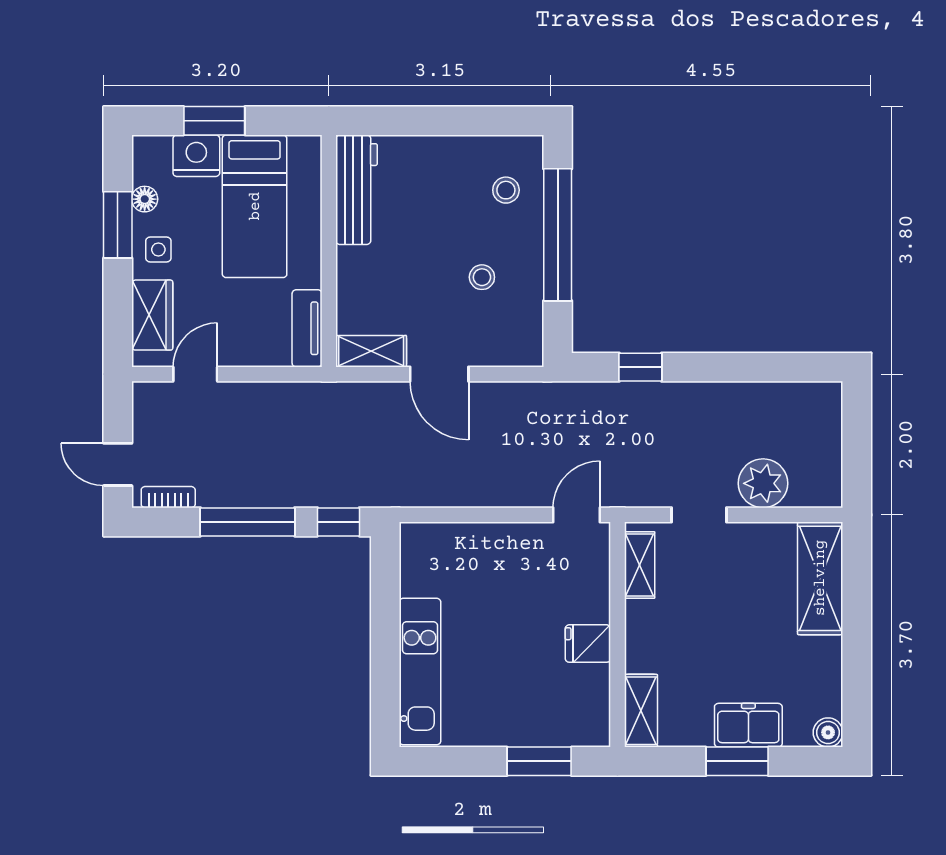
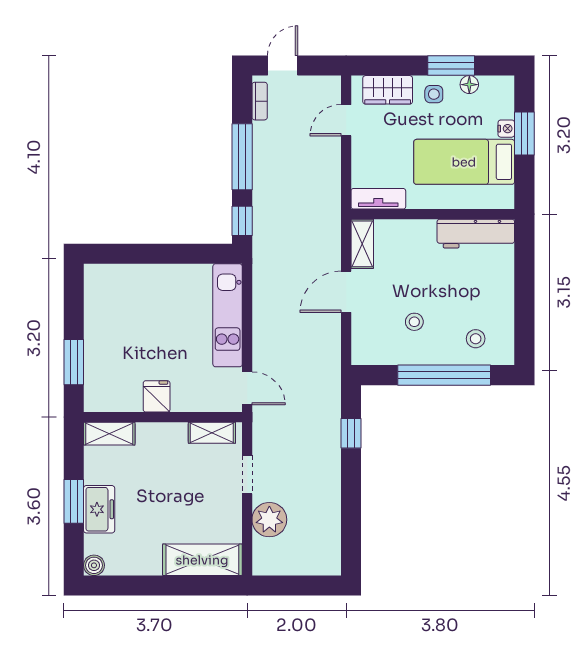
nightstand: (196, 156) -> (506, 129), width x0.53, depth x0.56
door: (195, 374) -> (346, 120), swing flipped
kitchen unit: (420, 672) -> (228, 315), moved, turned 90

